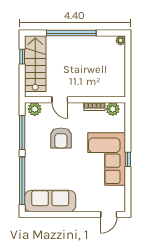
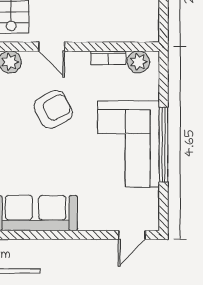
armchair: (61, 138) -> (53, 109), turned -118
window: (128, 159) -> (163, 145), width x3.17

